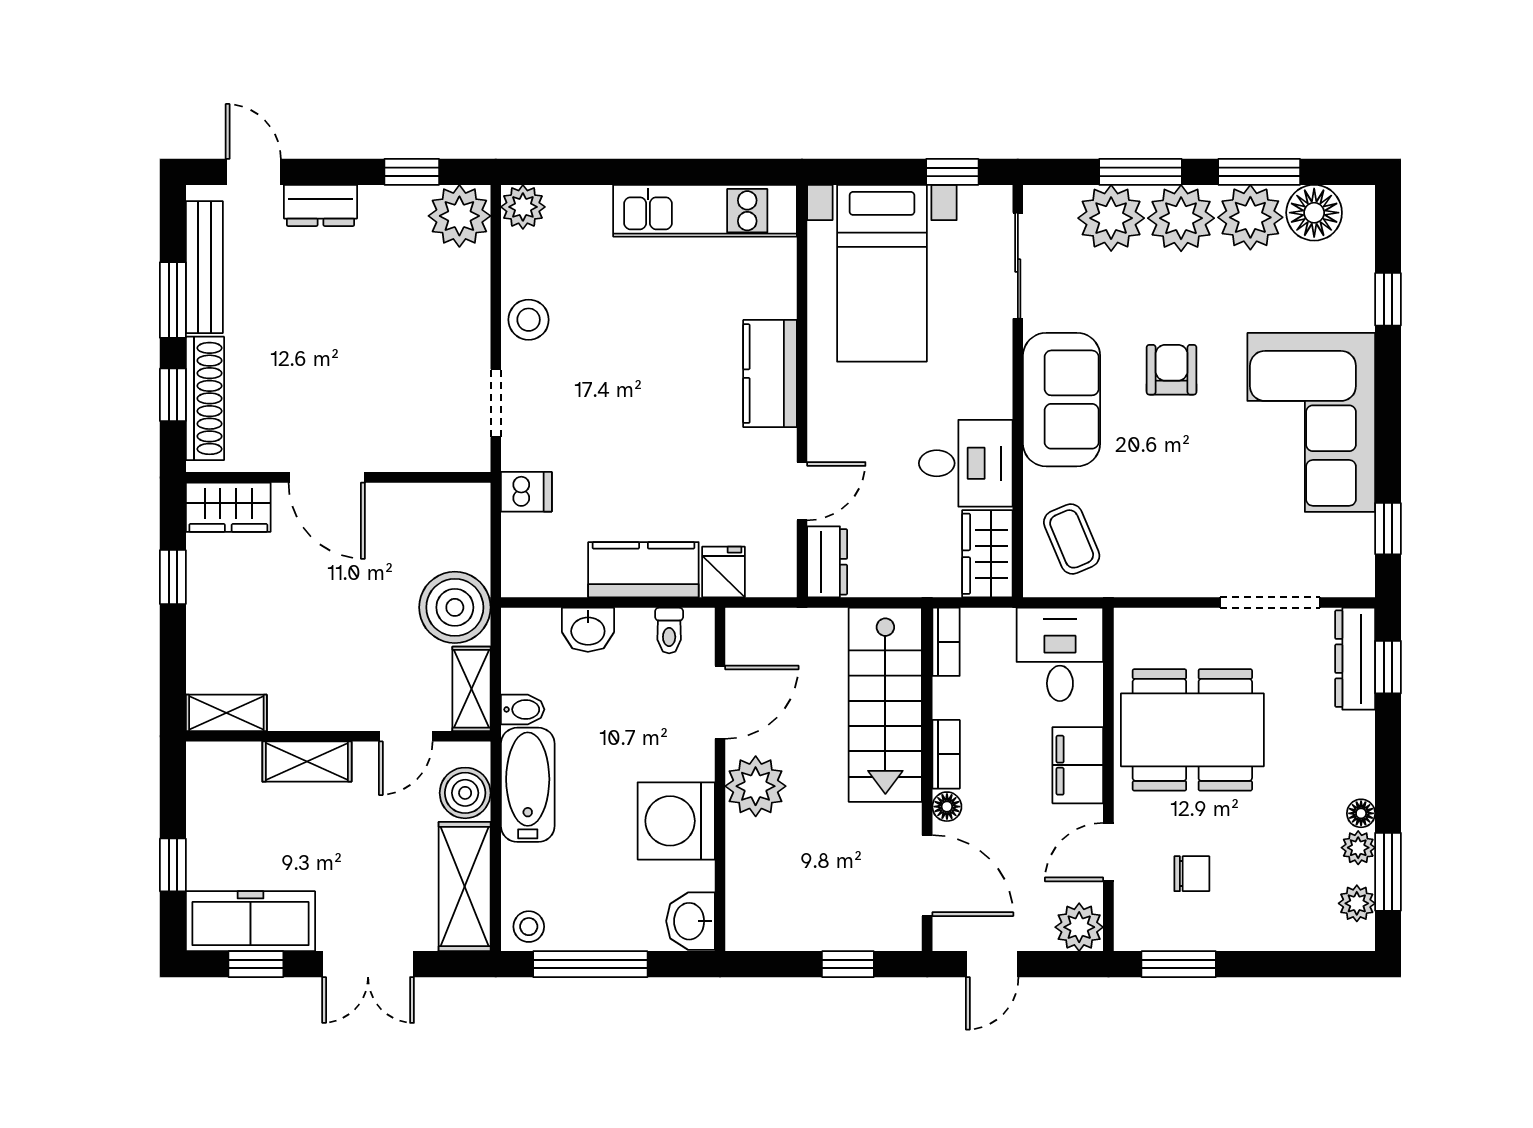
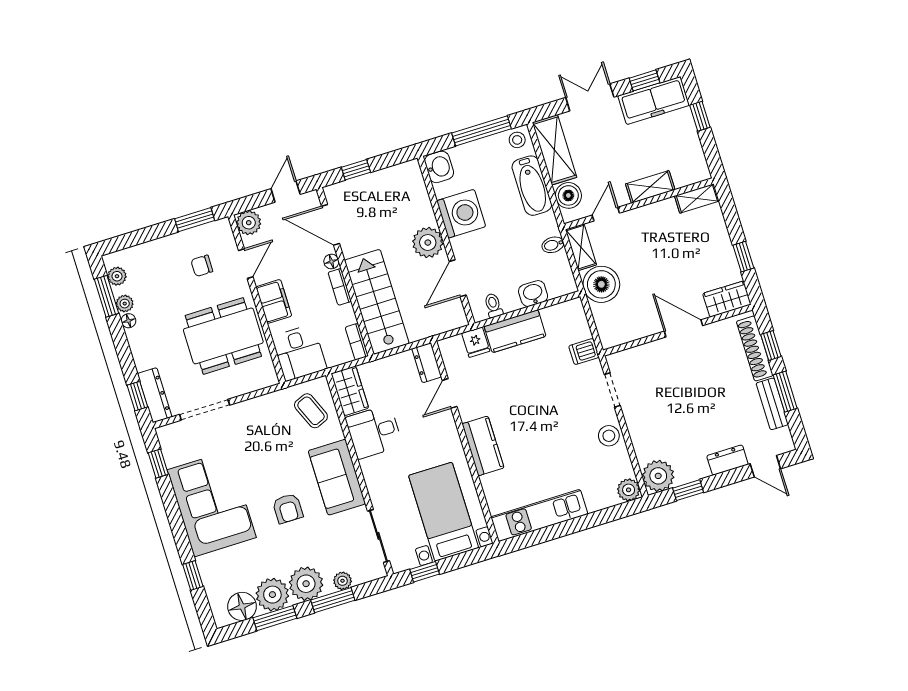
plant: (1111, 218) -> (343, 581), width x0.53, depth x0.53
bench: (204, 267) -> (772, 404), width x0.73
bathtub: (528, 785) -> (532, 186), moved

